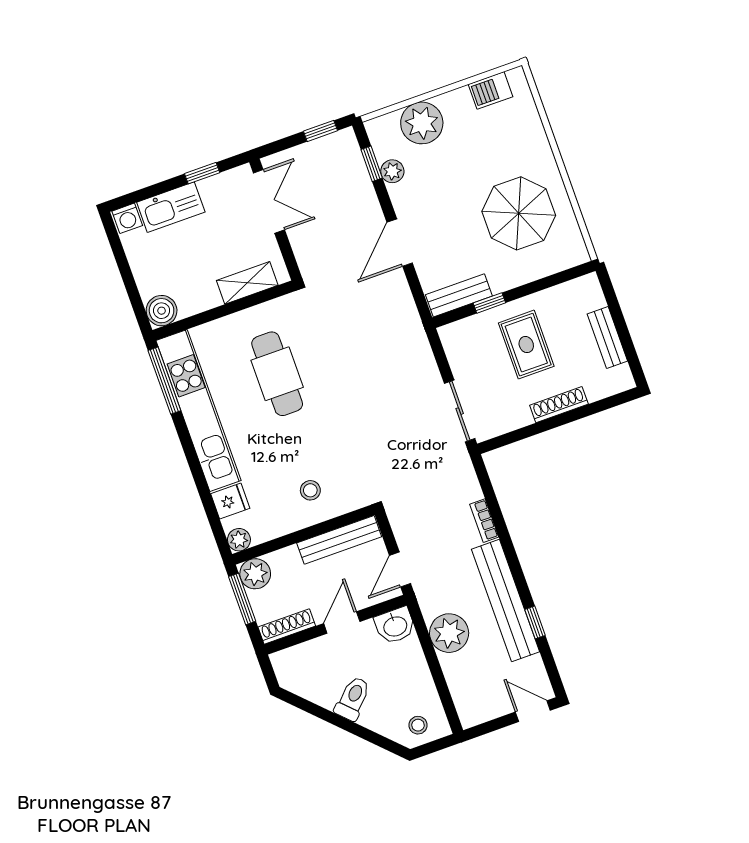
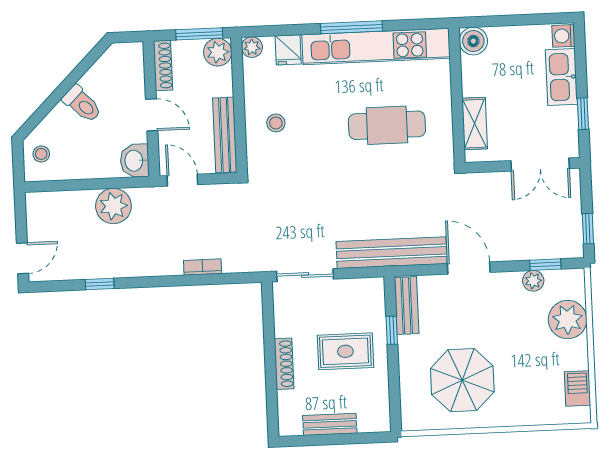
window: (164, 381) -> (352, 27), moved
bench: (506, 601) -> (391, 253), moved

